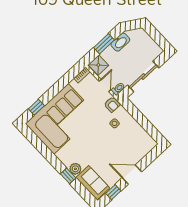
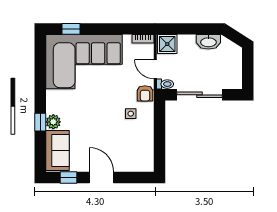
window: (104, 44) -> (192, 29), removed
door: (105, 86) -> (155, 69), swing flipped

